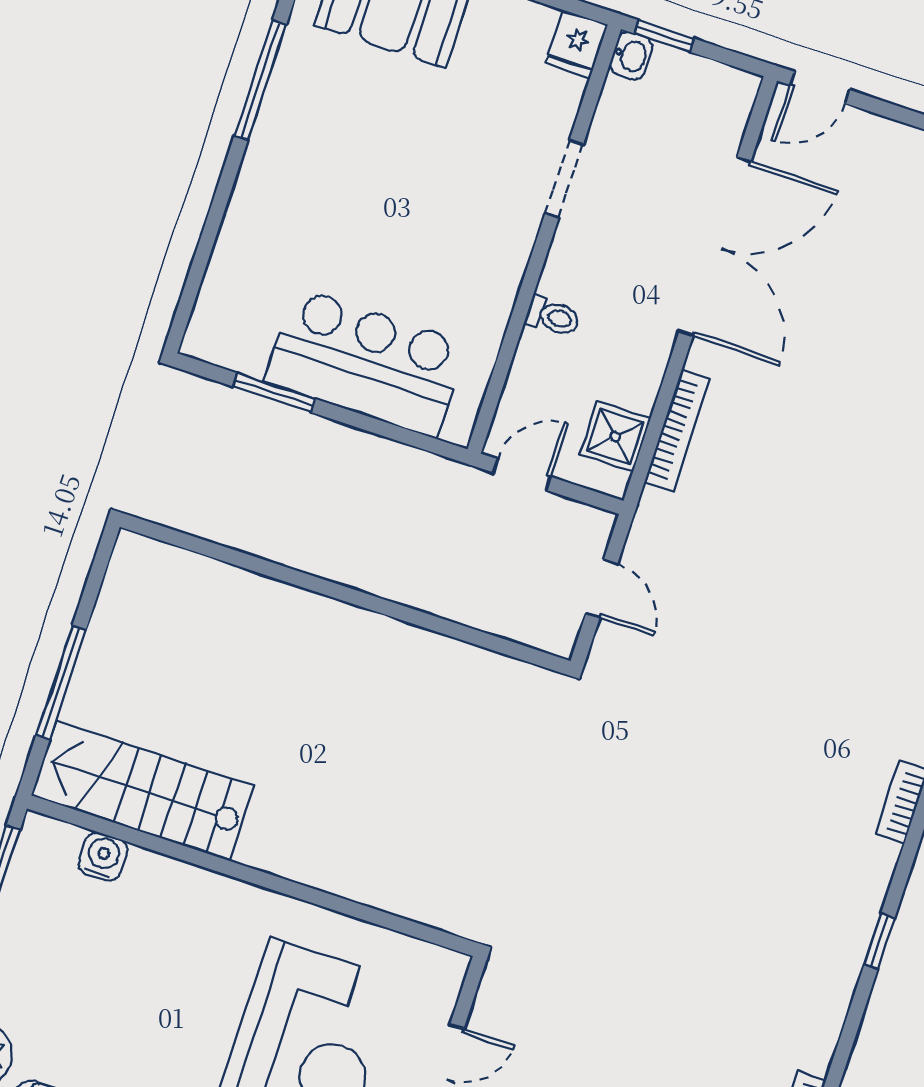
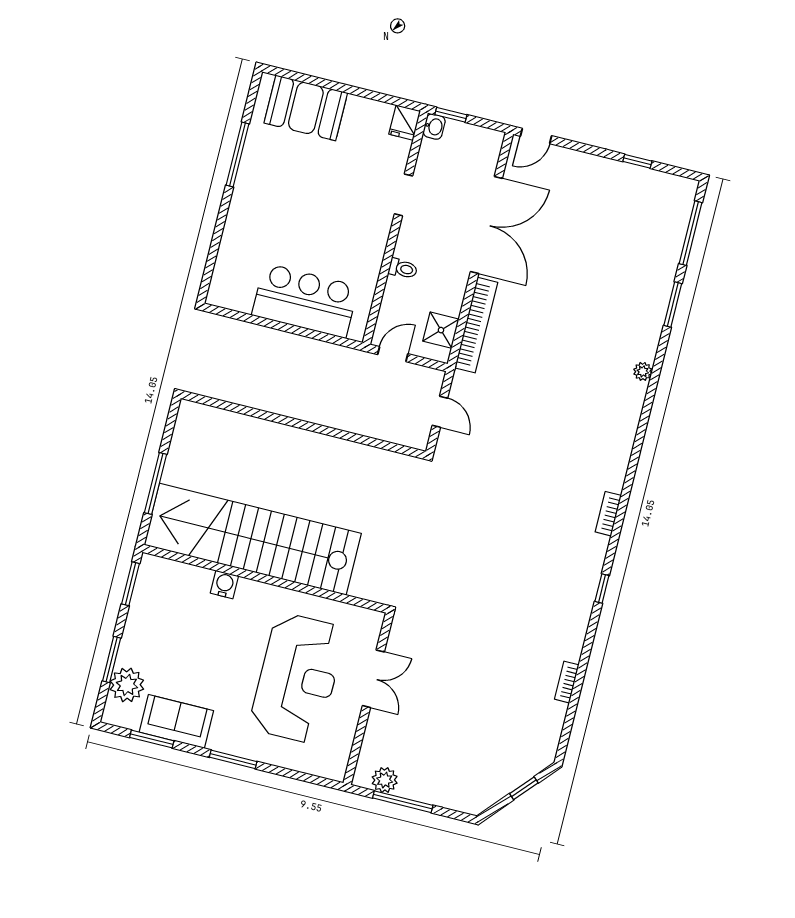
window: (274, 393) -> (257, 320), removed
bookcase: (677, 430) -> (476, 325), width x1.48, depth x1.31
stairs: (143, 791) -> (253, 539), width x1.86, depth x1.51
water cooler: (103, 857) -> (224, 585), moved

